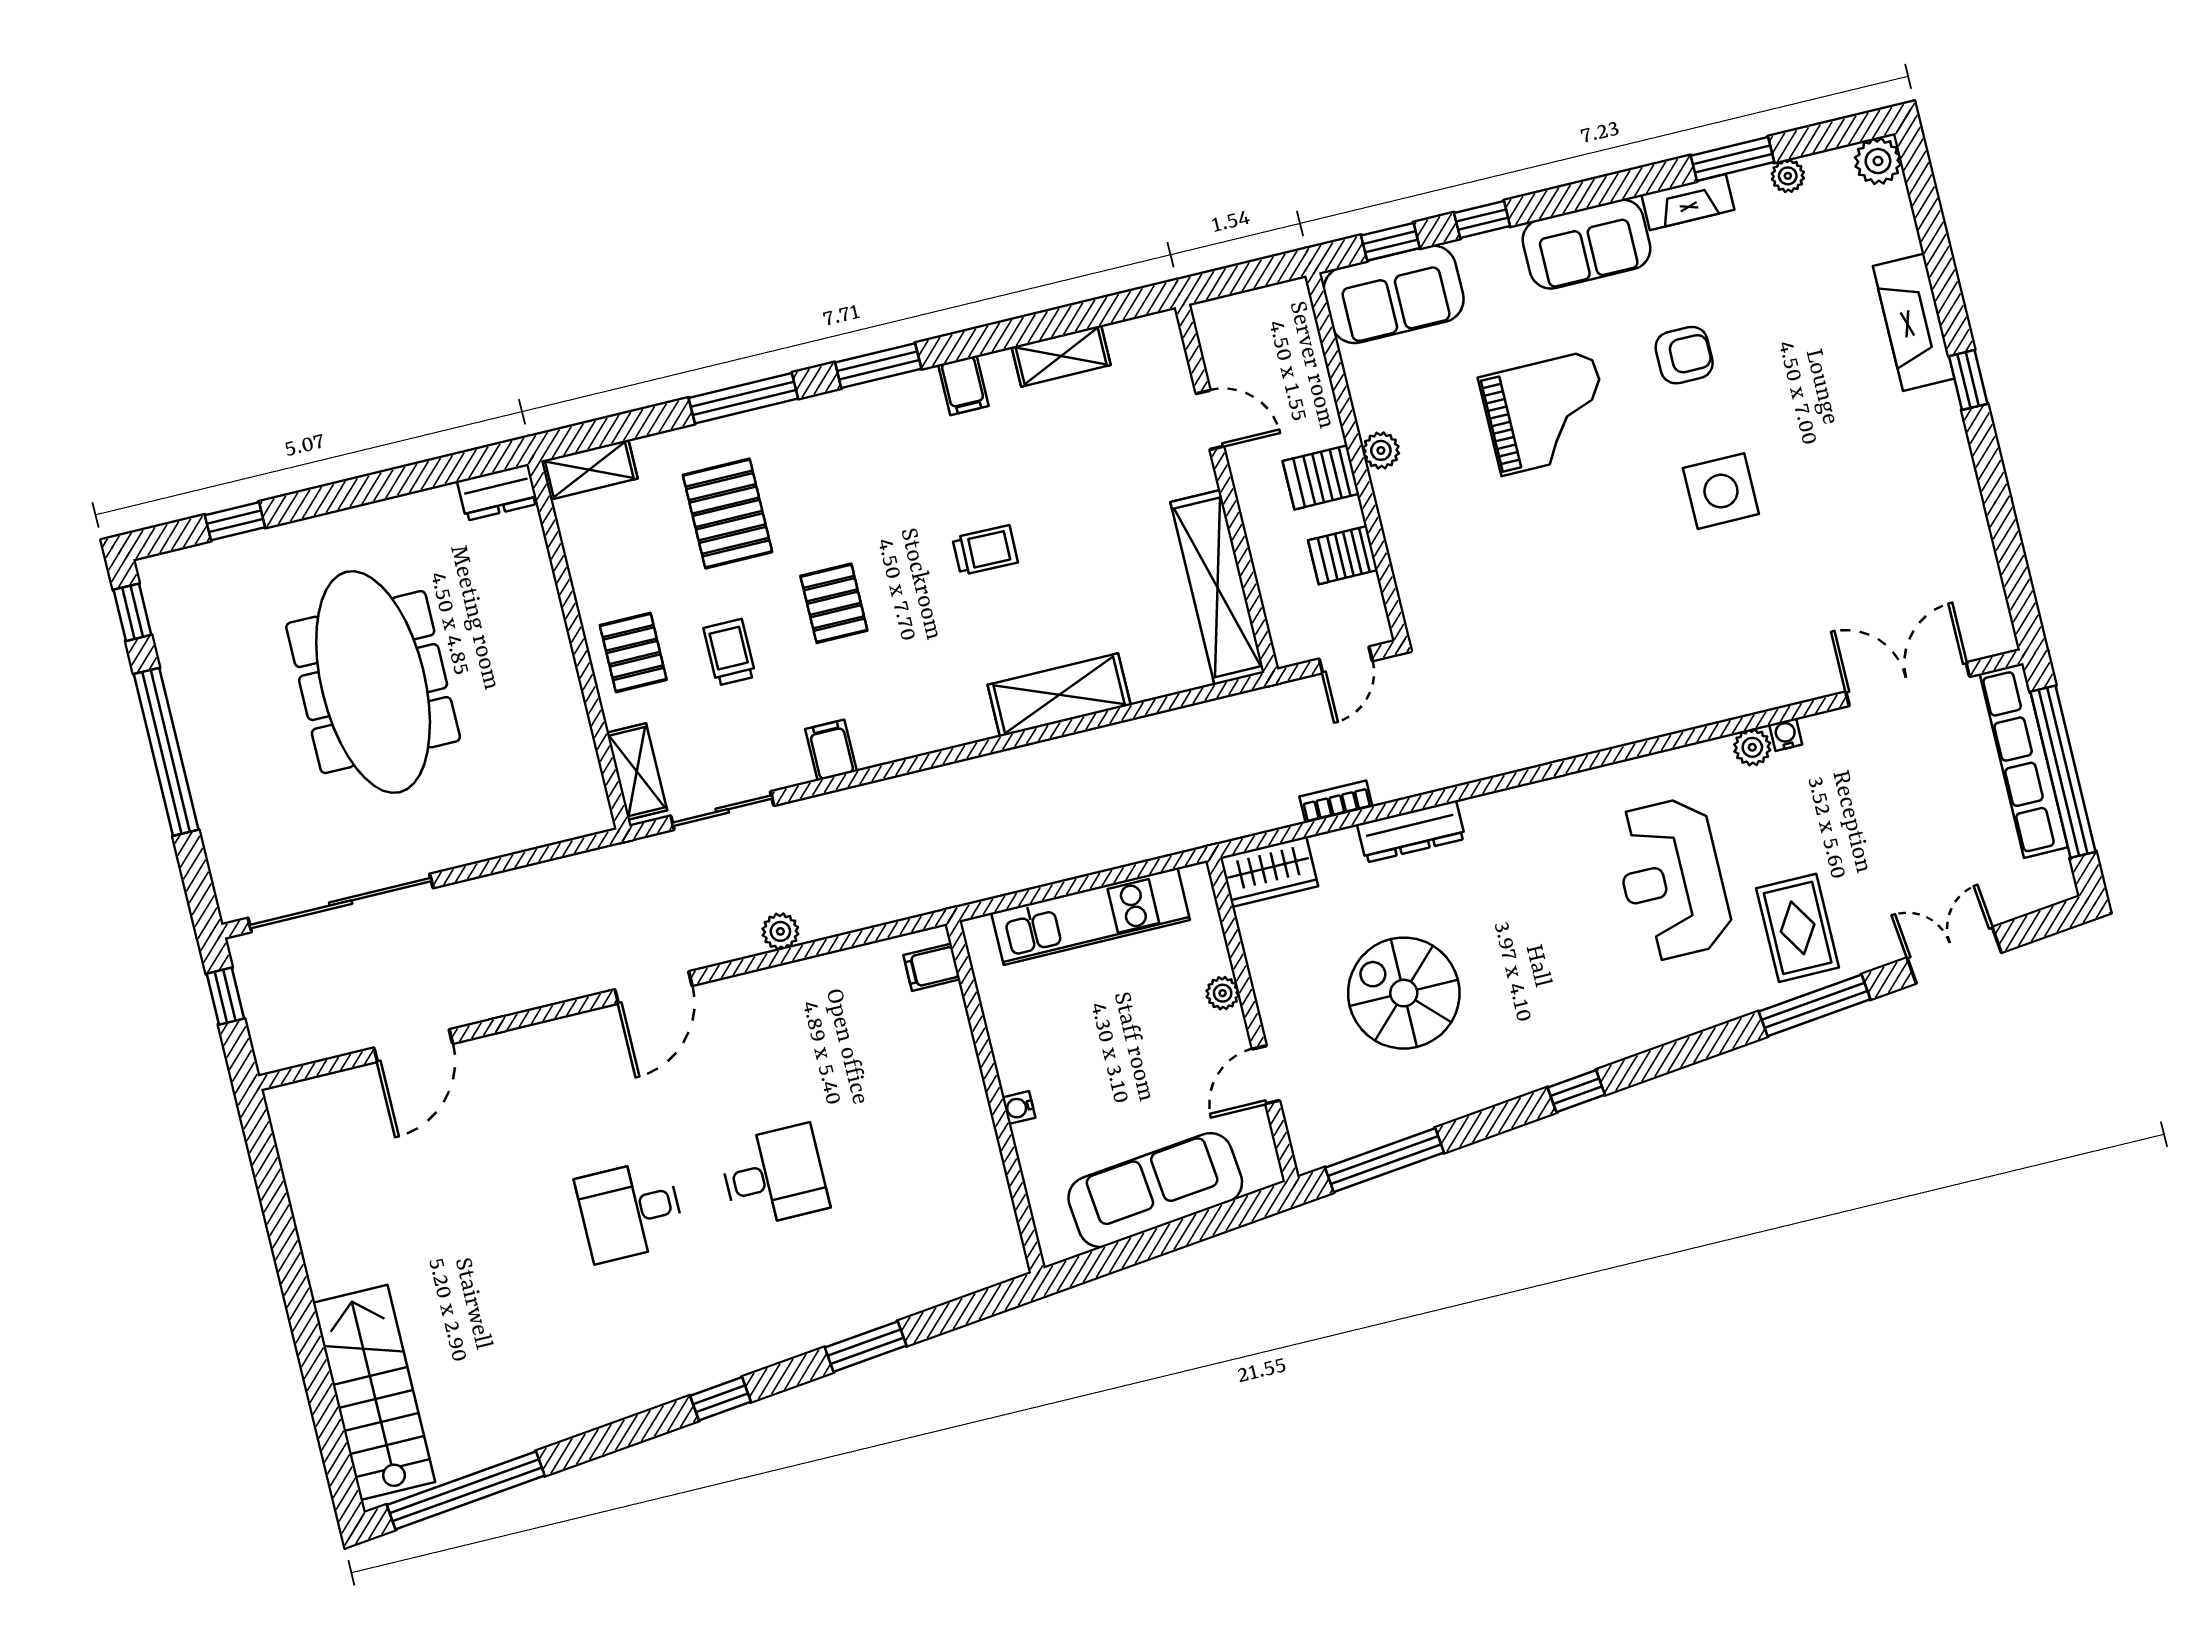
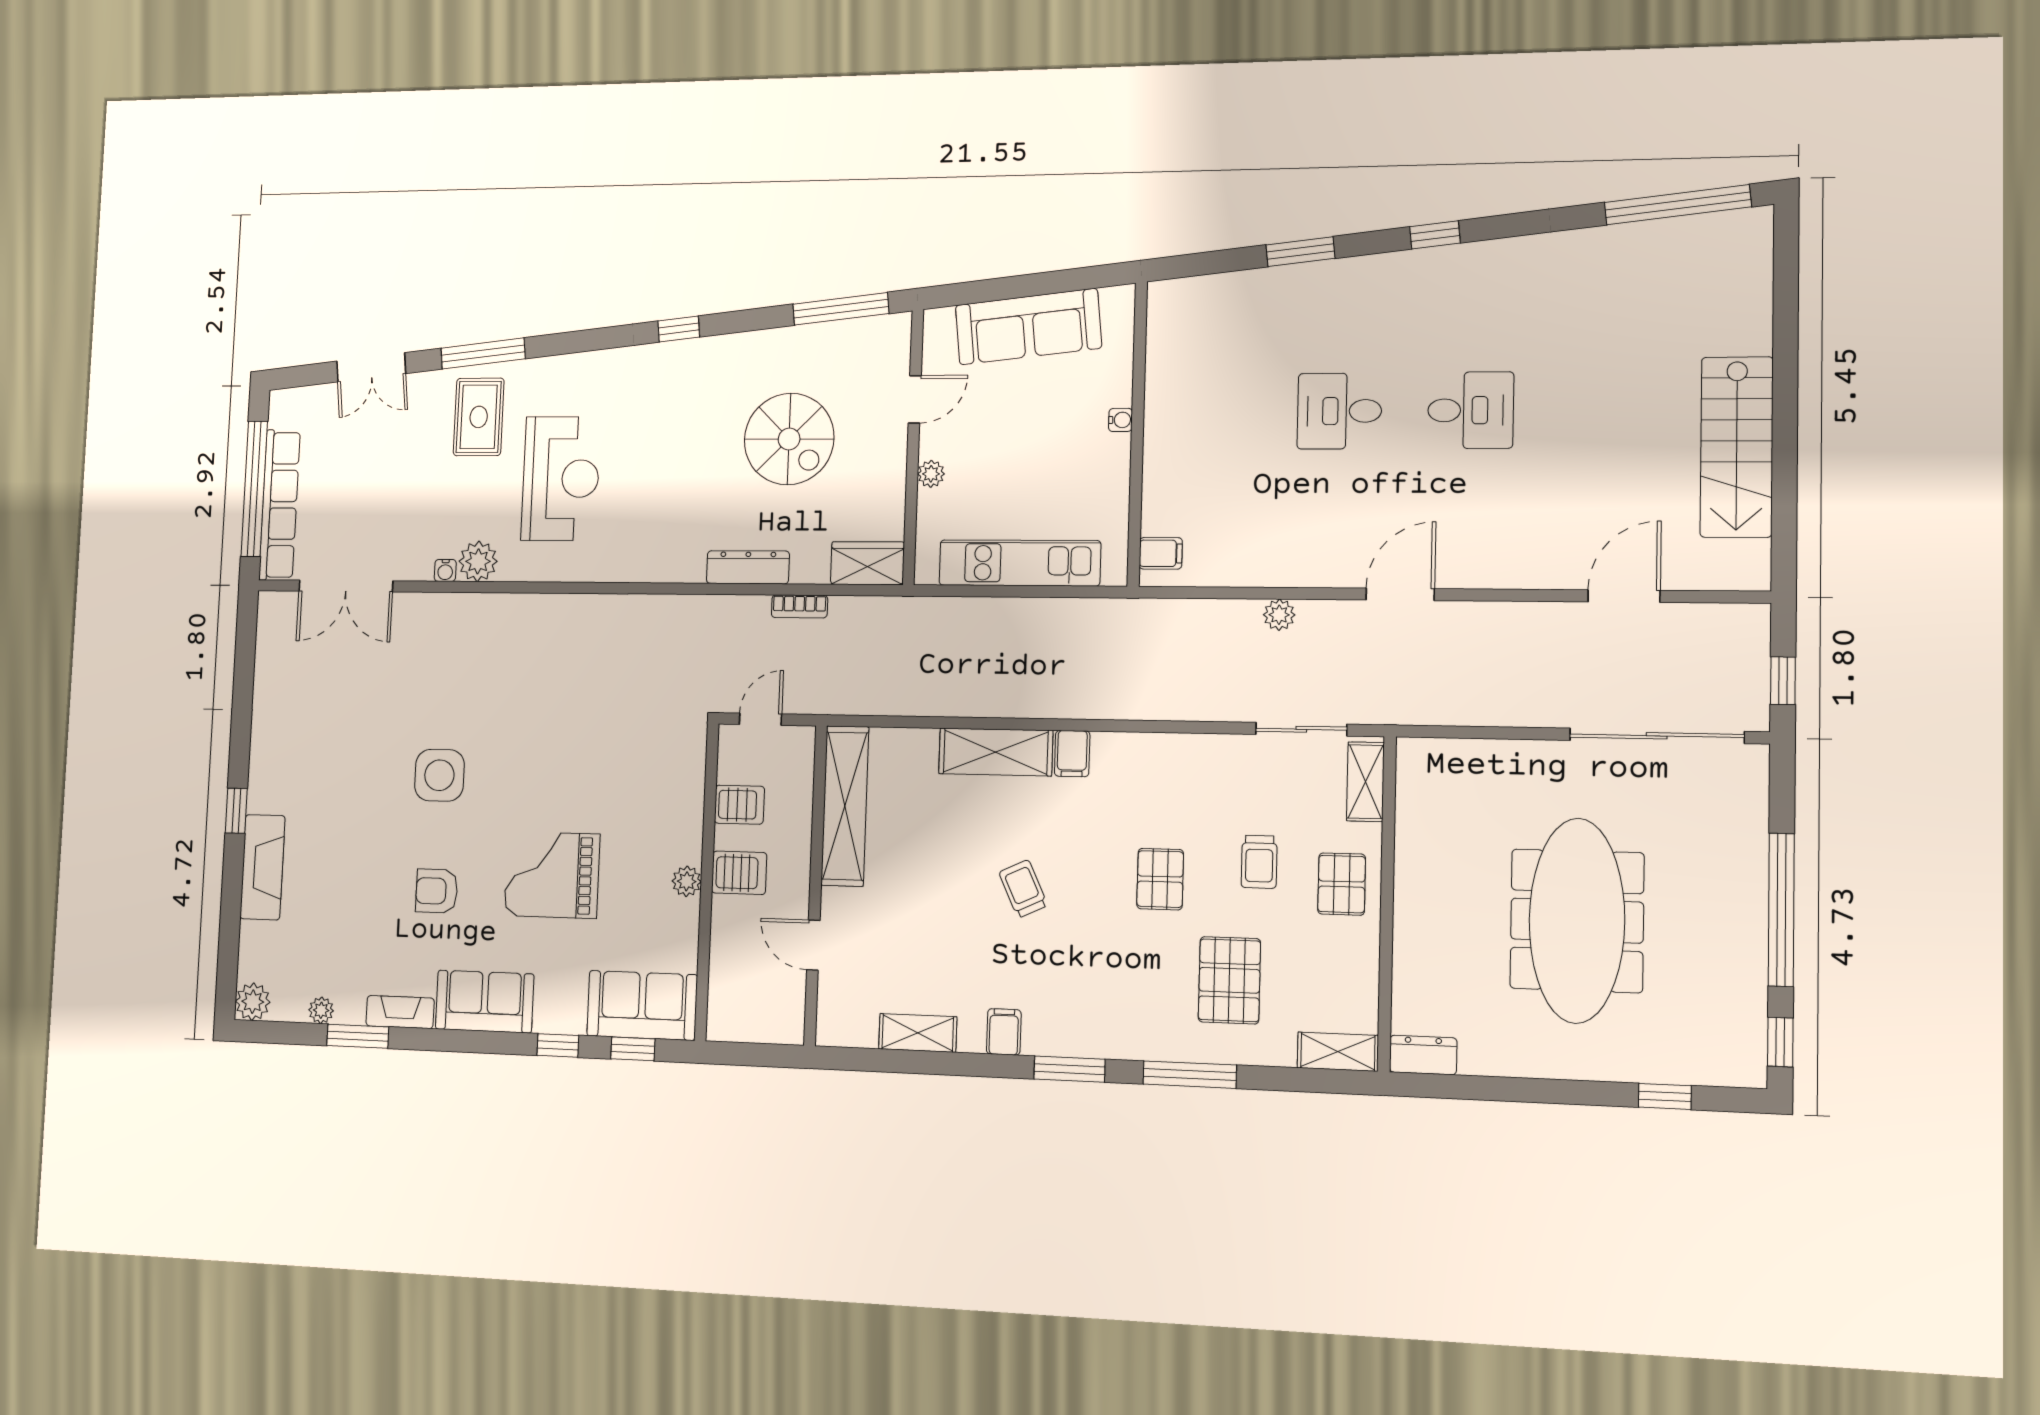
trolley: (985, 550) -> (1023, 889), turned 64
plant: (1752, 747) -> (478, 561), width x1.38, depth x1.38
filing cabinet: (831, 750) -> (1072, 754), moved
stairs: (374, 1392) -> (1737, 447), moved

